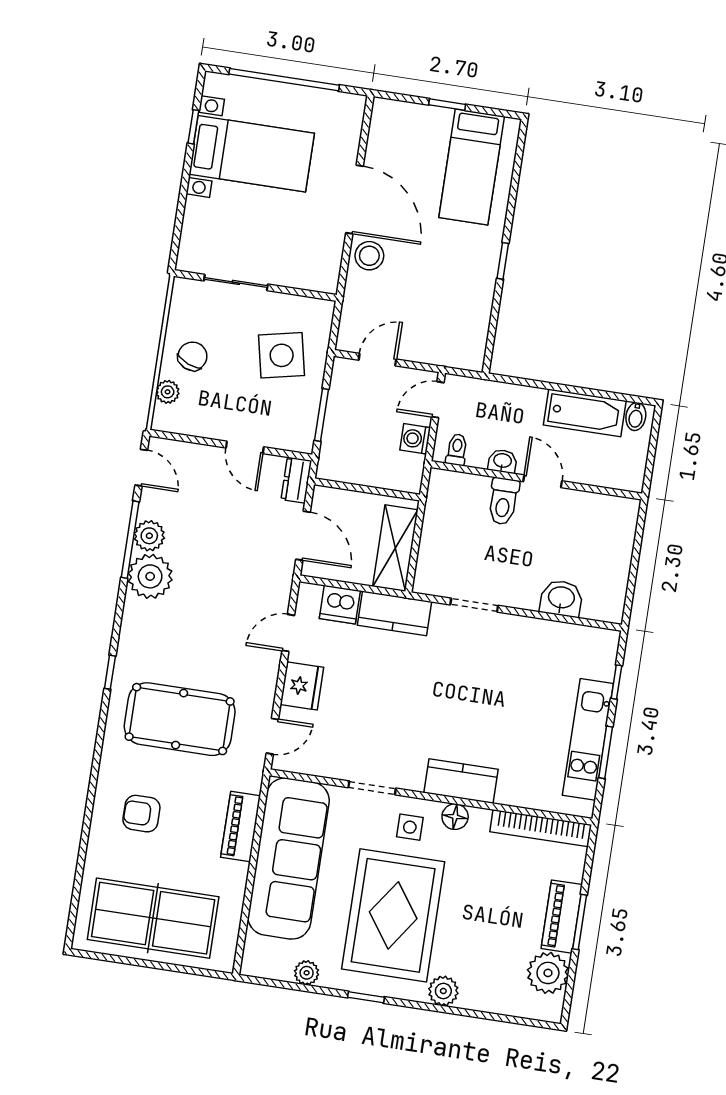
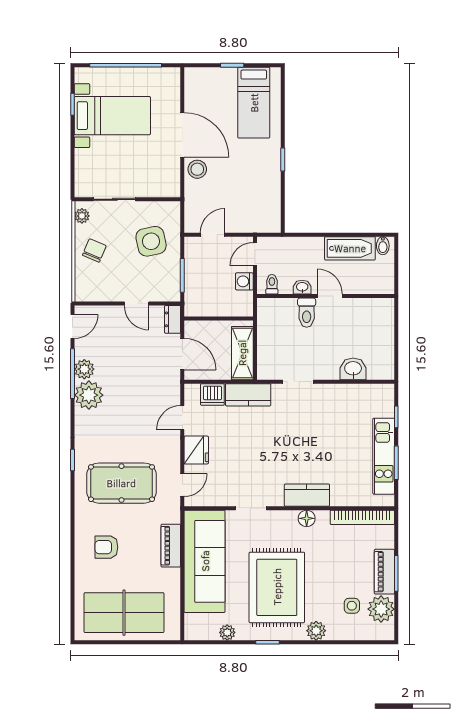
plant: (168, 392) -> (82, 216), moved
door: (141, 468) -> (72, 327), hinge flipped
side table: (410, 827) -> (352, 606), moved

